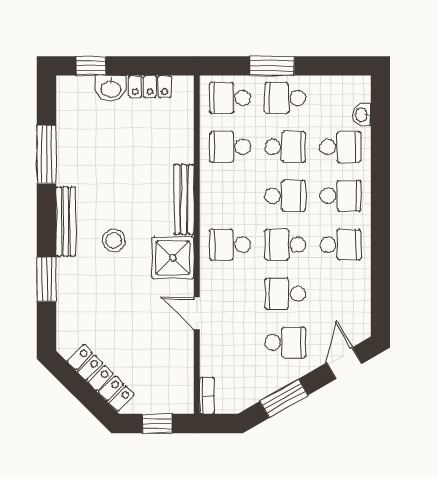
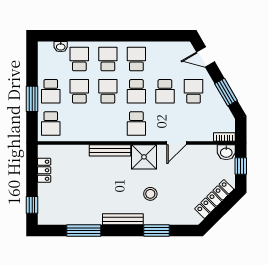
washbasin: (111, 88) -> (226, 152), moved, turned 90
school desk: (230, 147) -> (79, 124), removed
stool: (114, 241) -> (150, 194), moved

